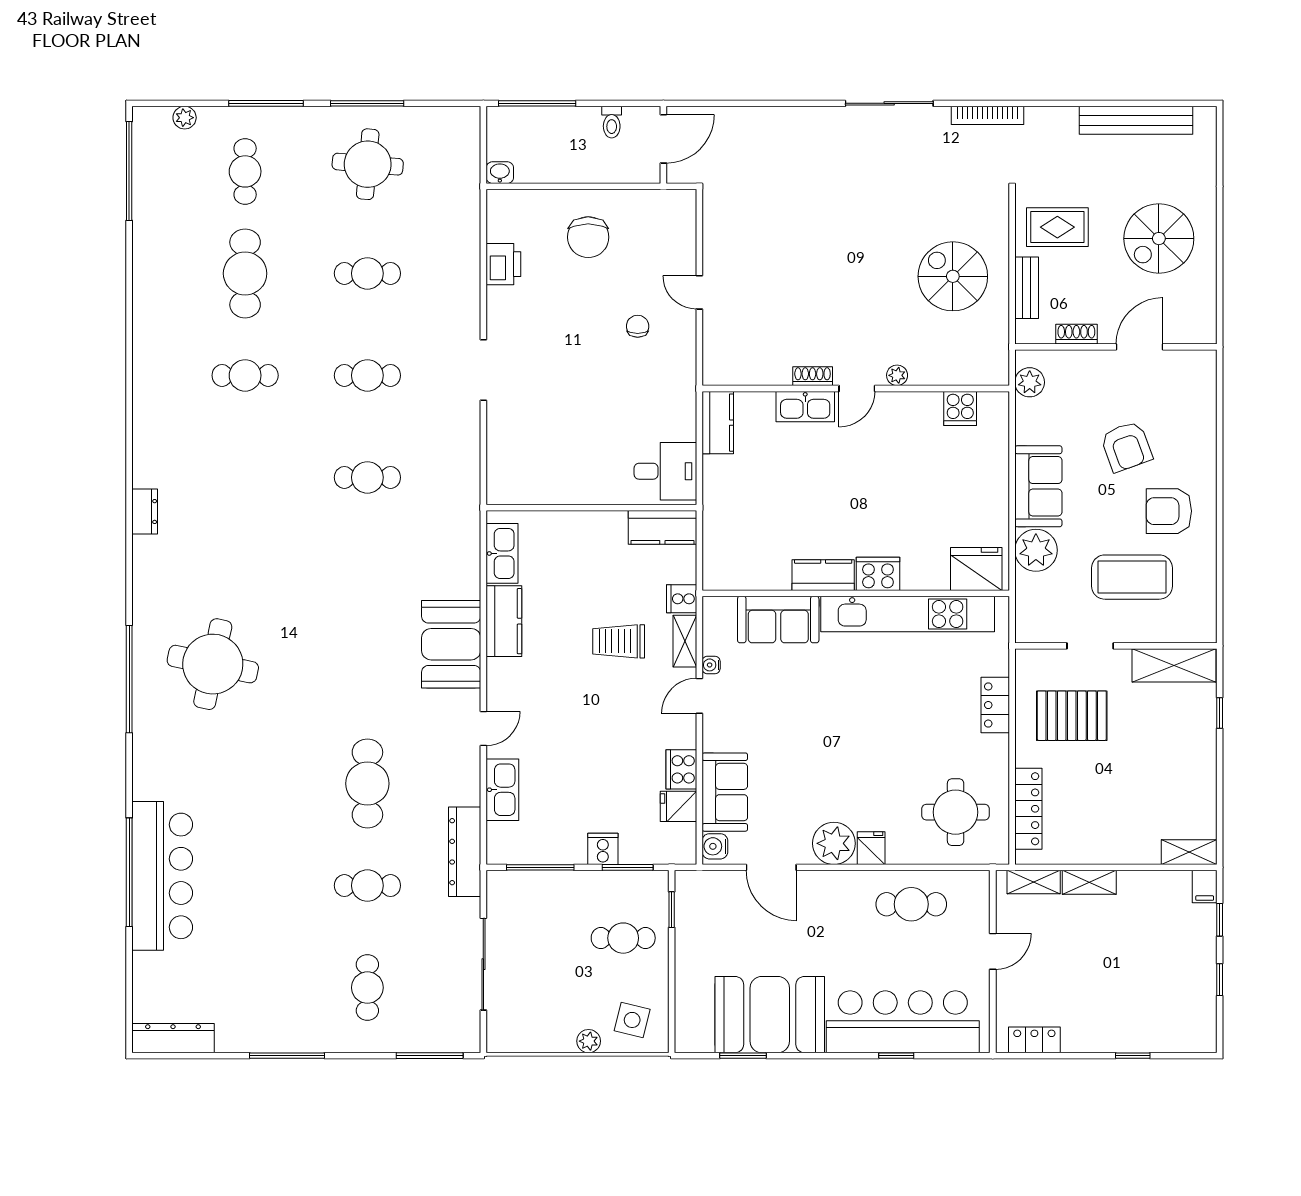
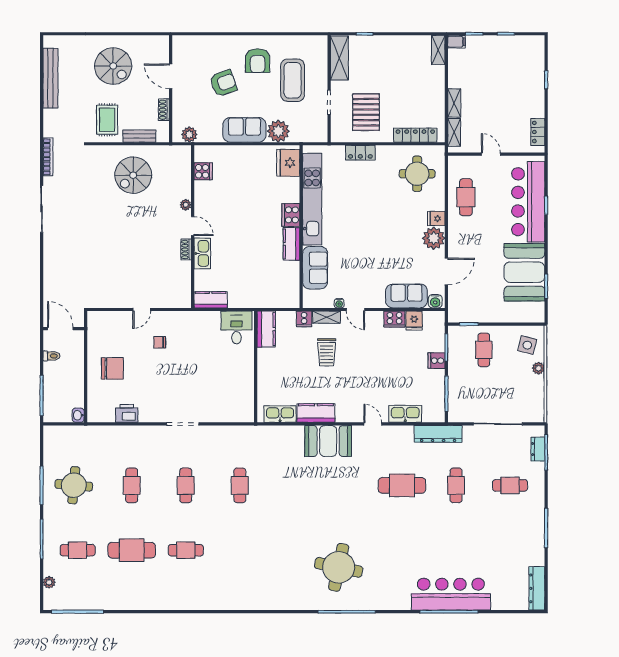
cafe table: (245, 375) -> (186, 550), turned 90
dresser: (145, 512) -> (538, 449), moved, turned -90

